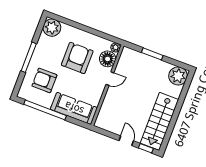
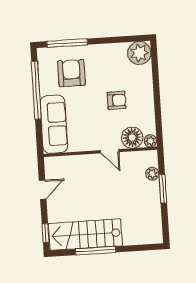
window: (29, 57) -> (67, 43), moved
armchair: (77, 58) -> (117, 100), width x0.53, depth x0.53
plant: (178, 76) -> (152, 174), moved, width x0.53, depth x0.53
window: (174, 119) -> (96, 251), added
door: (126, 141) -> (43, 190), moved

